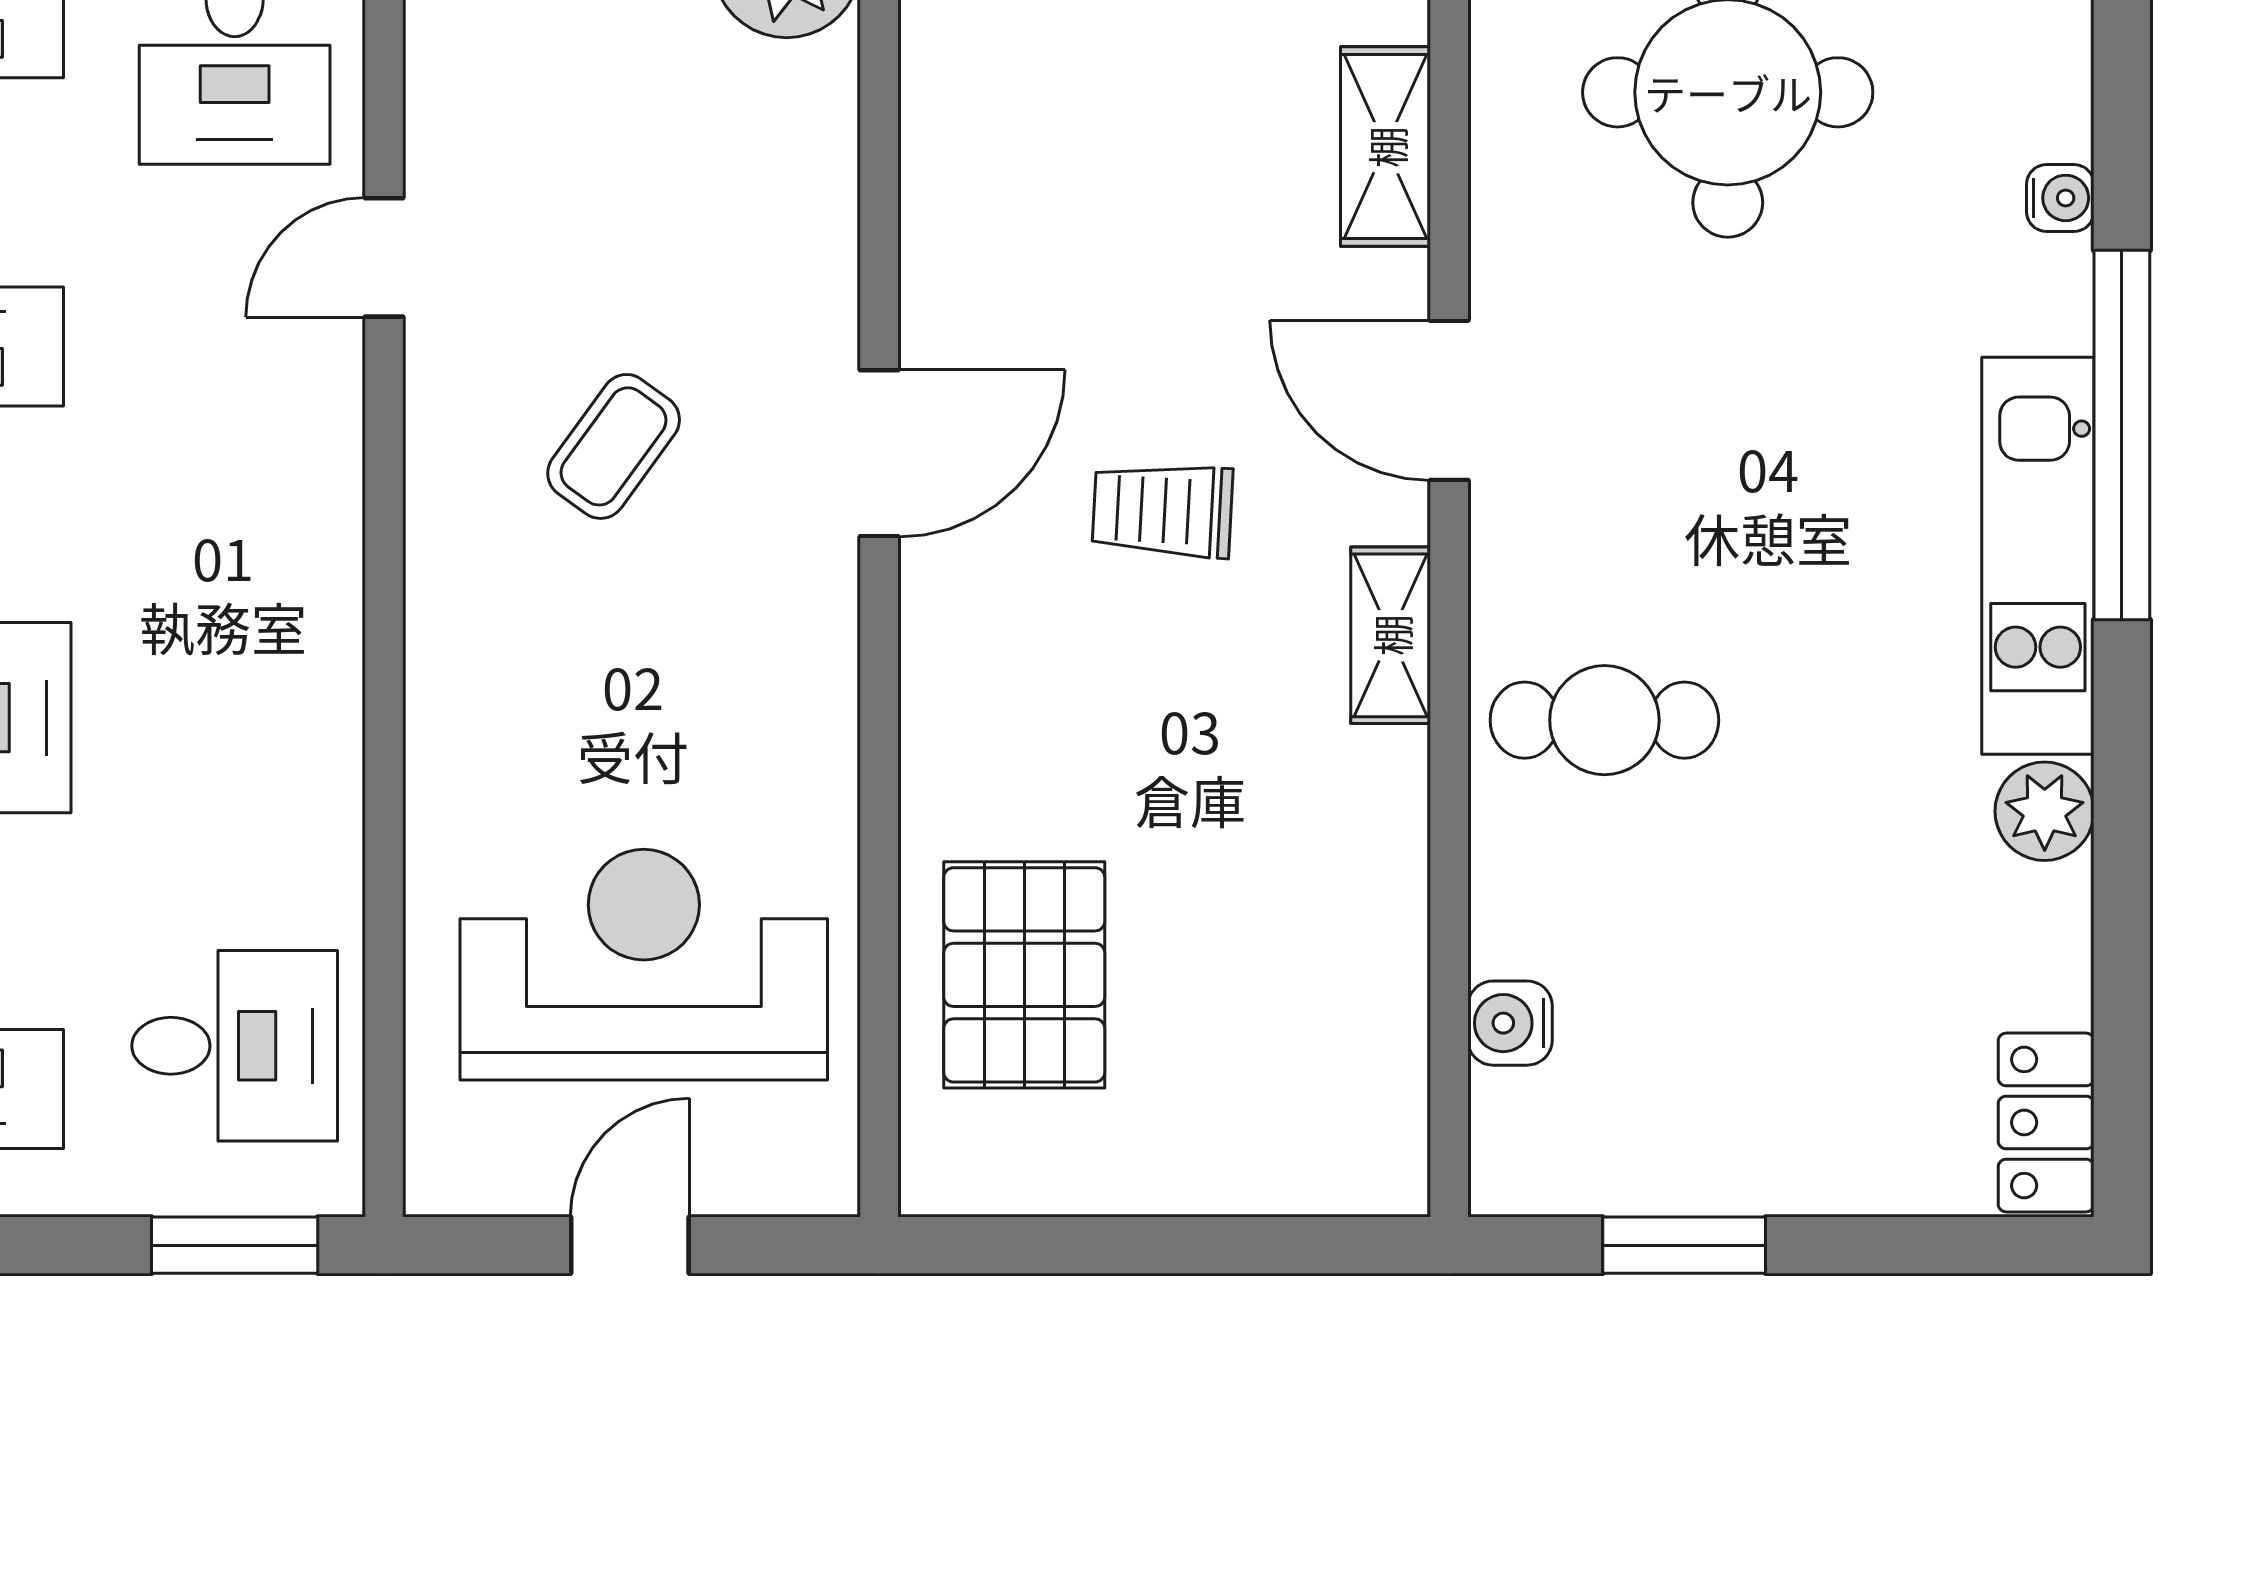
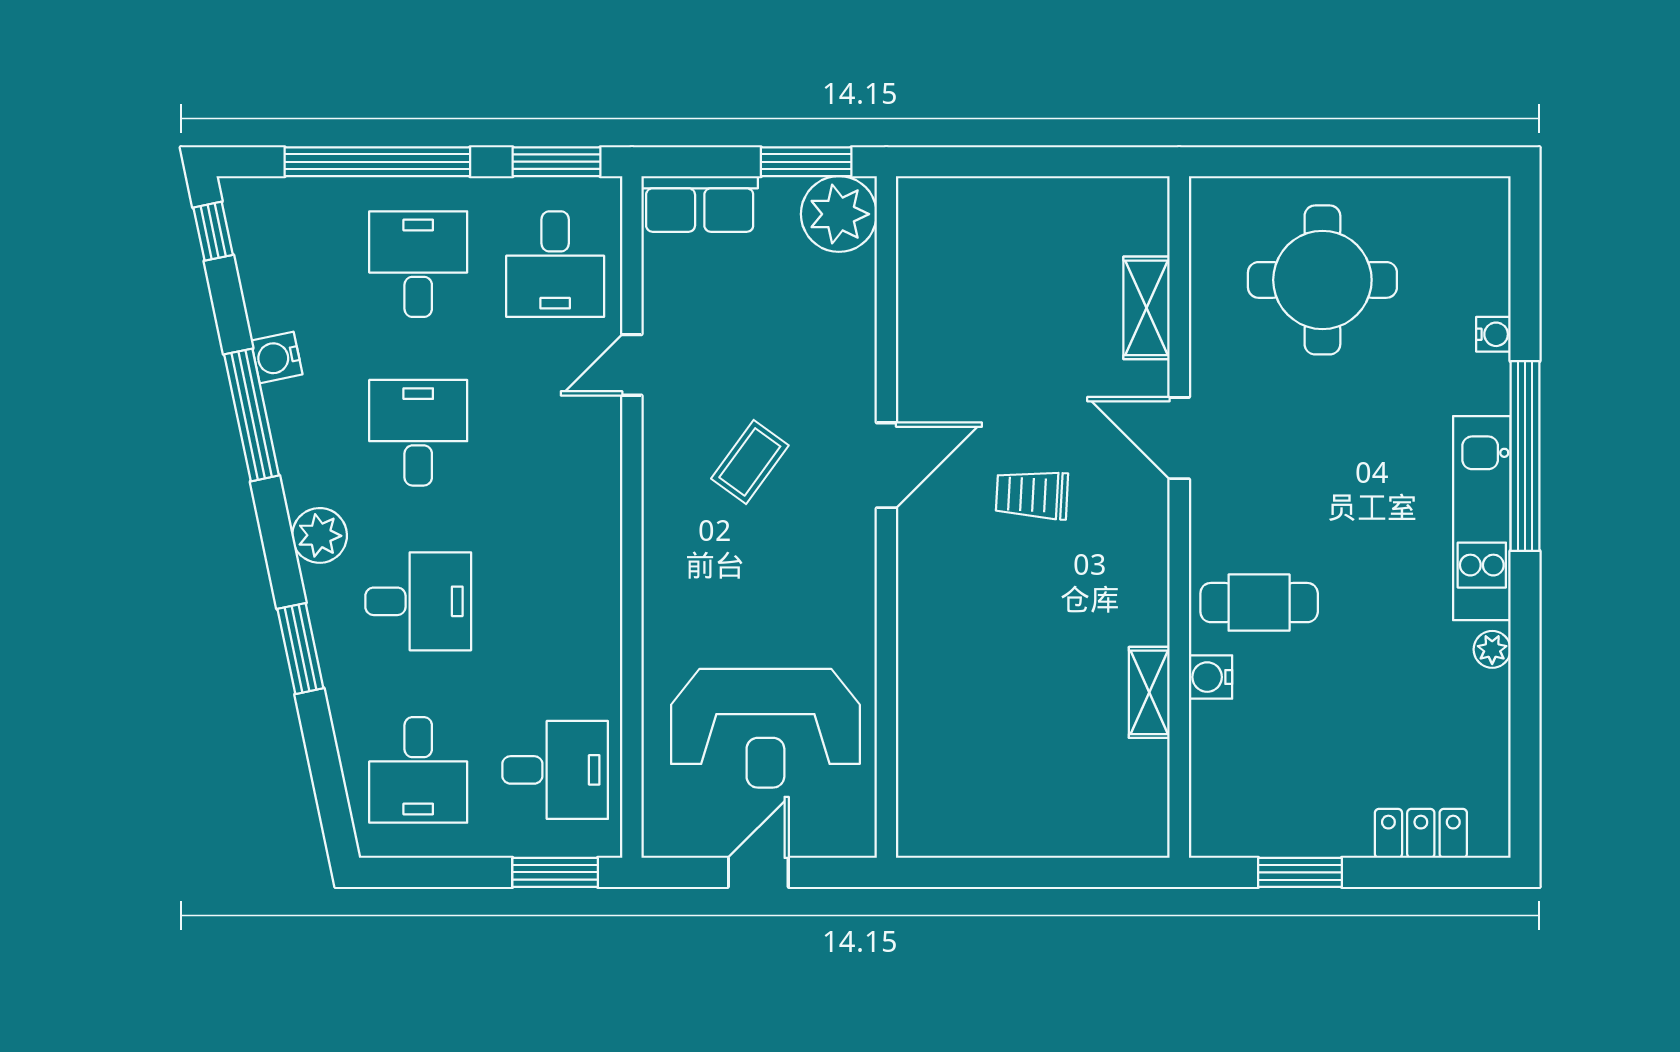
shelving: (1391, 635) -> (1149, 692), moved
plant: (2045, 811) -> (1492, 649), width x0.73, depth x0.73
reception desk: (644, 965) -> (765, 728), turned 180
pallet: (1024, 975) -> (961, 733), removed
water cooler: (1510, 1023) -> (1211, 677), moved
locker: (2046, 1122) -> (1421, 833), moved, turned 90

